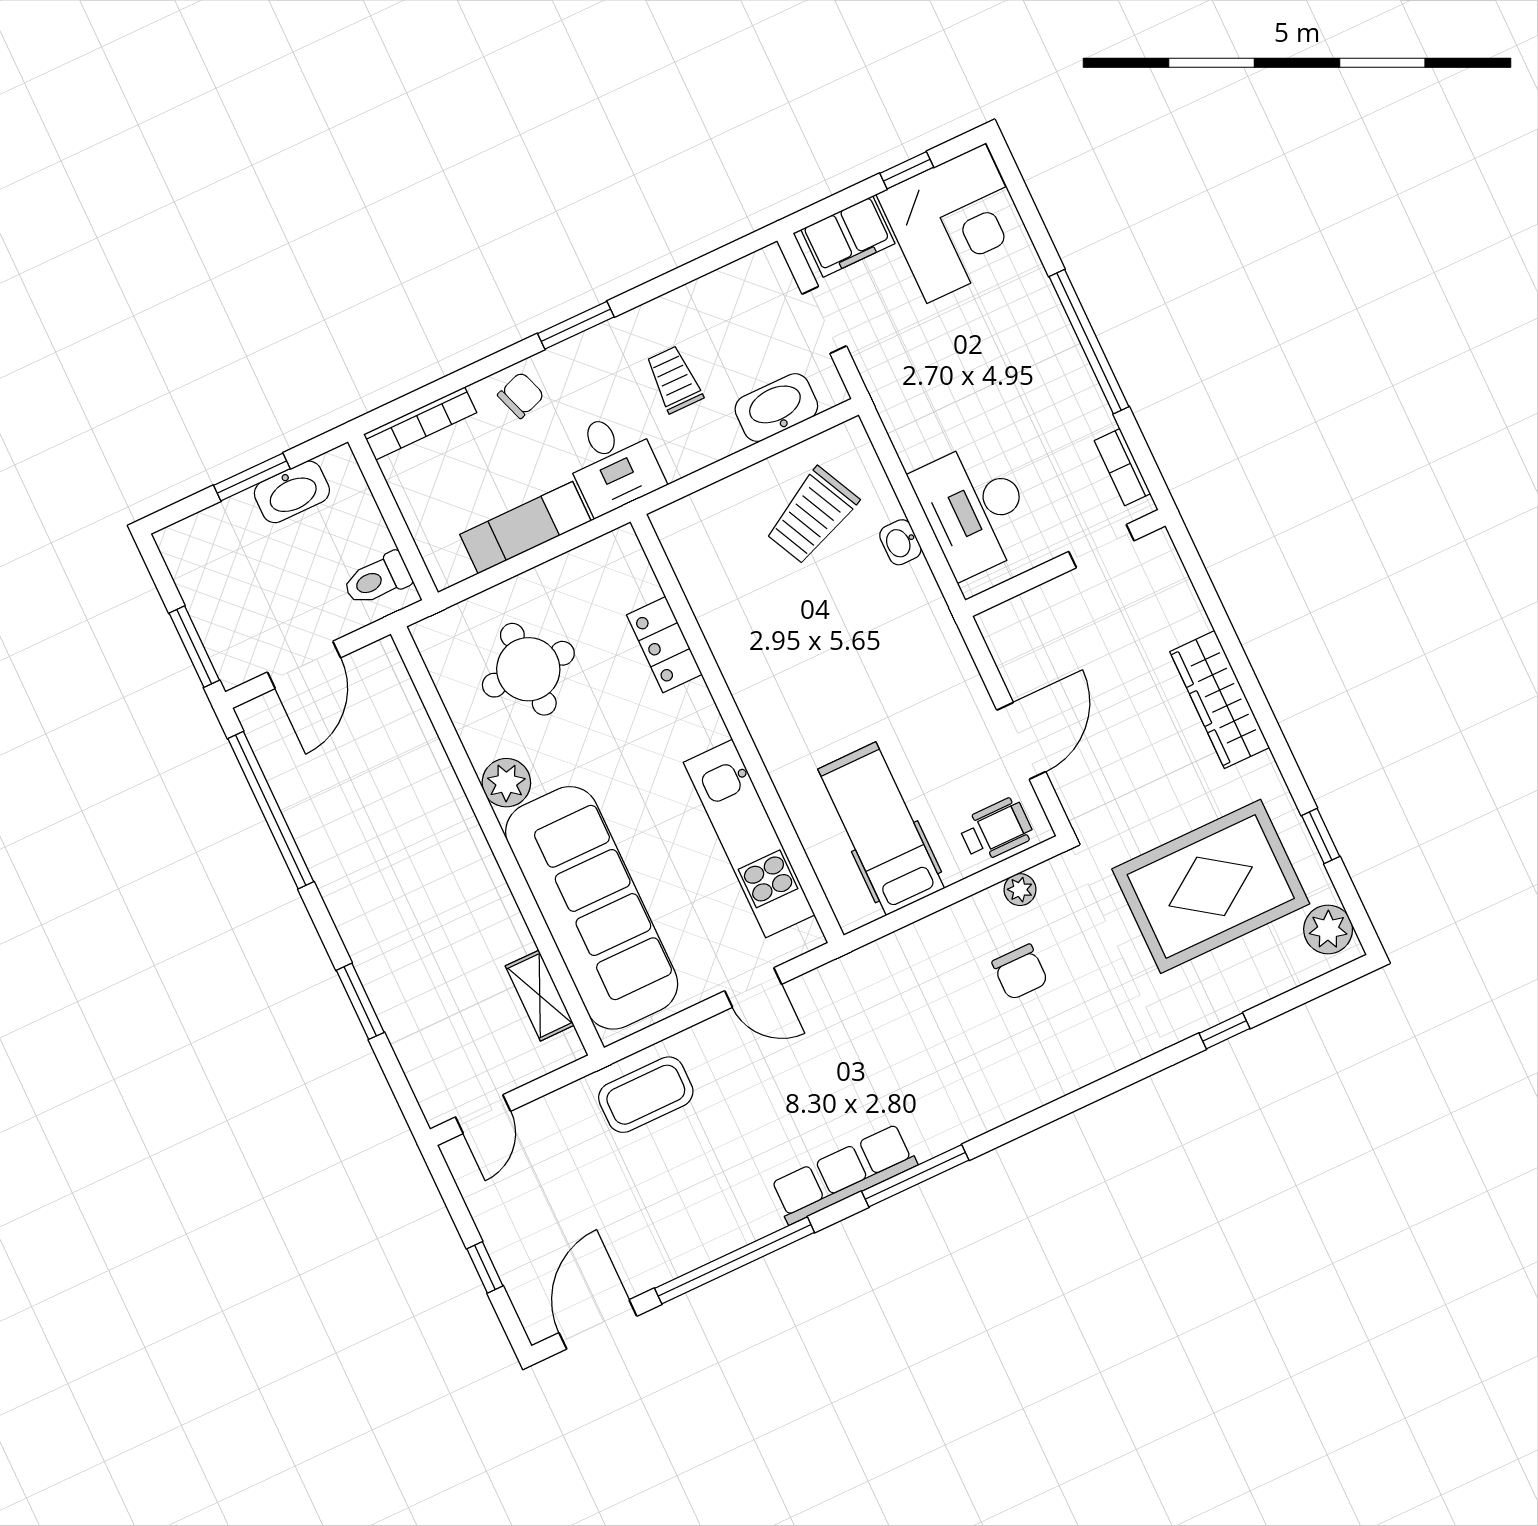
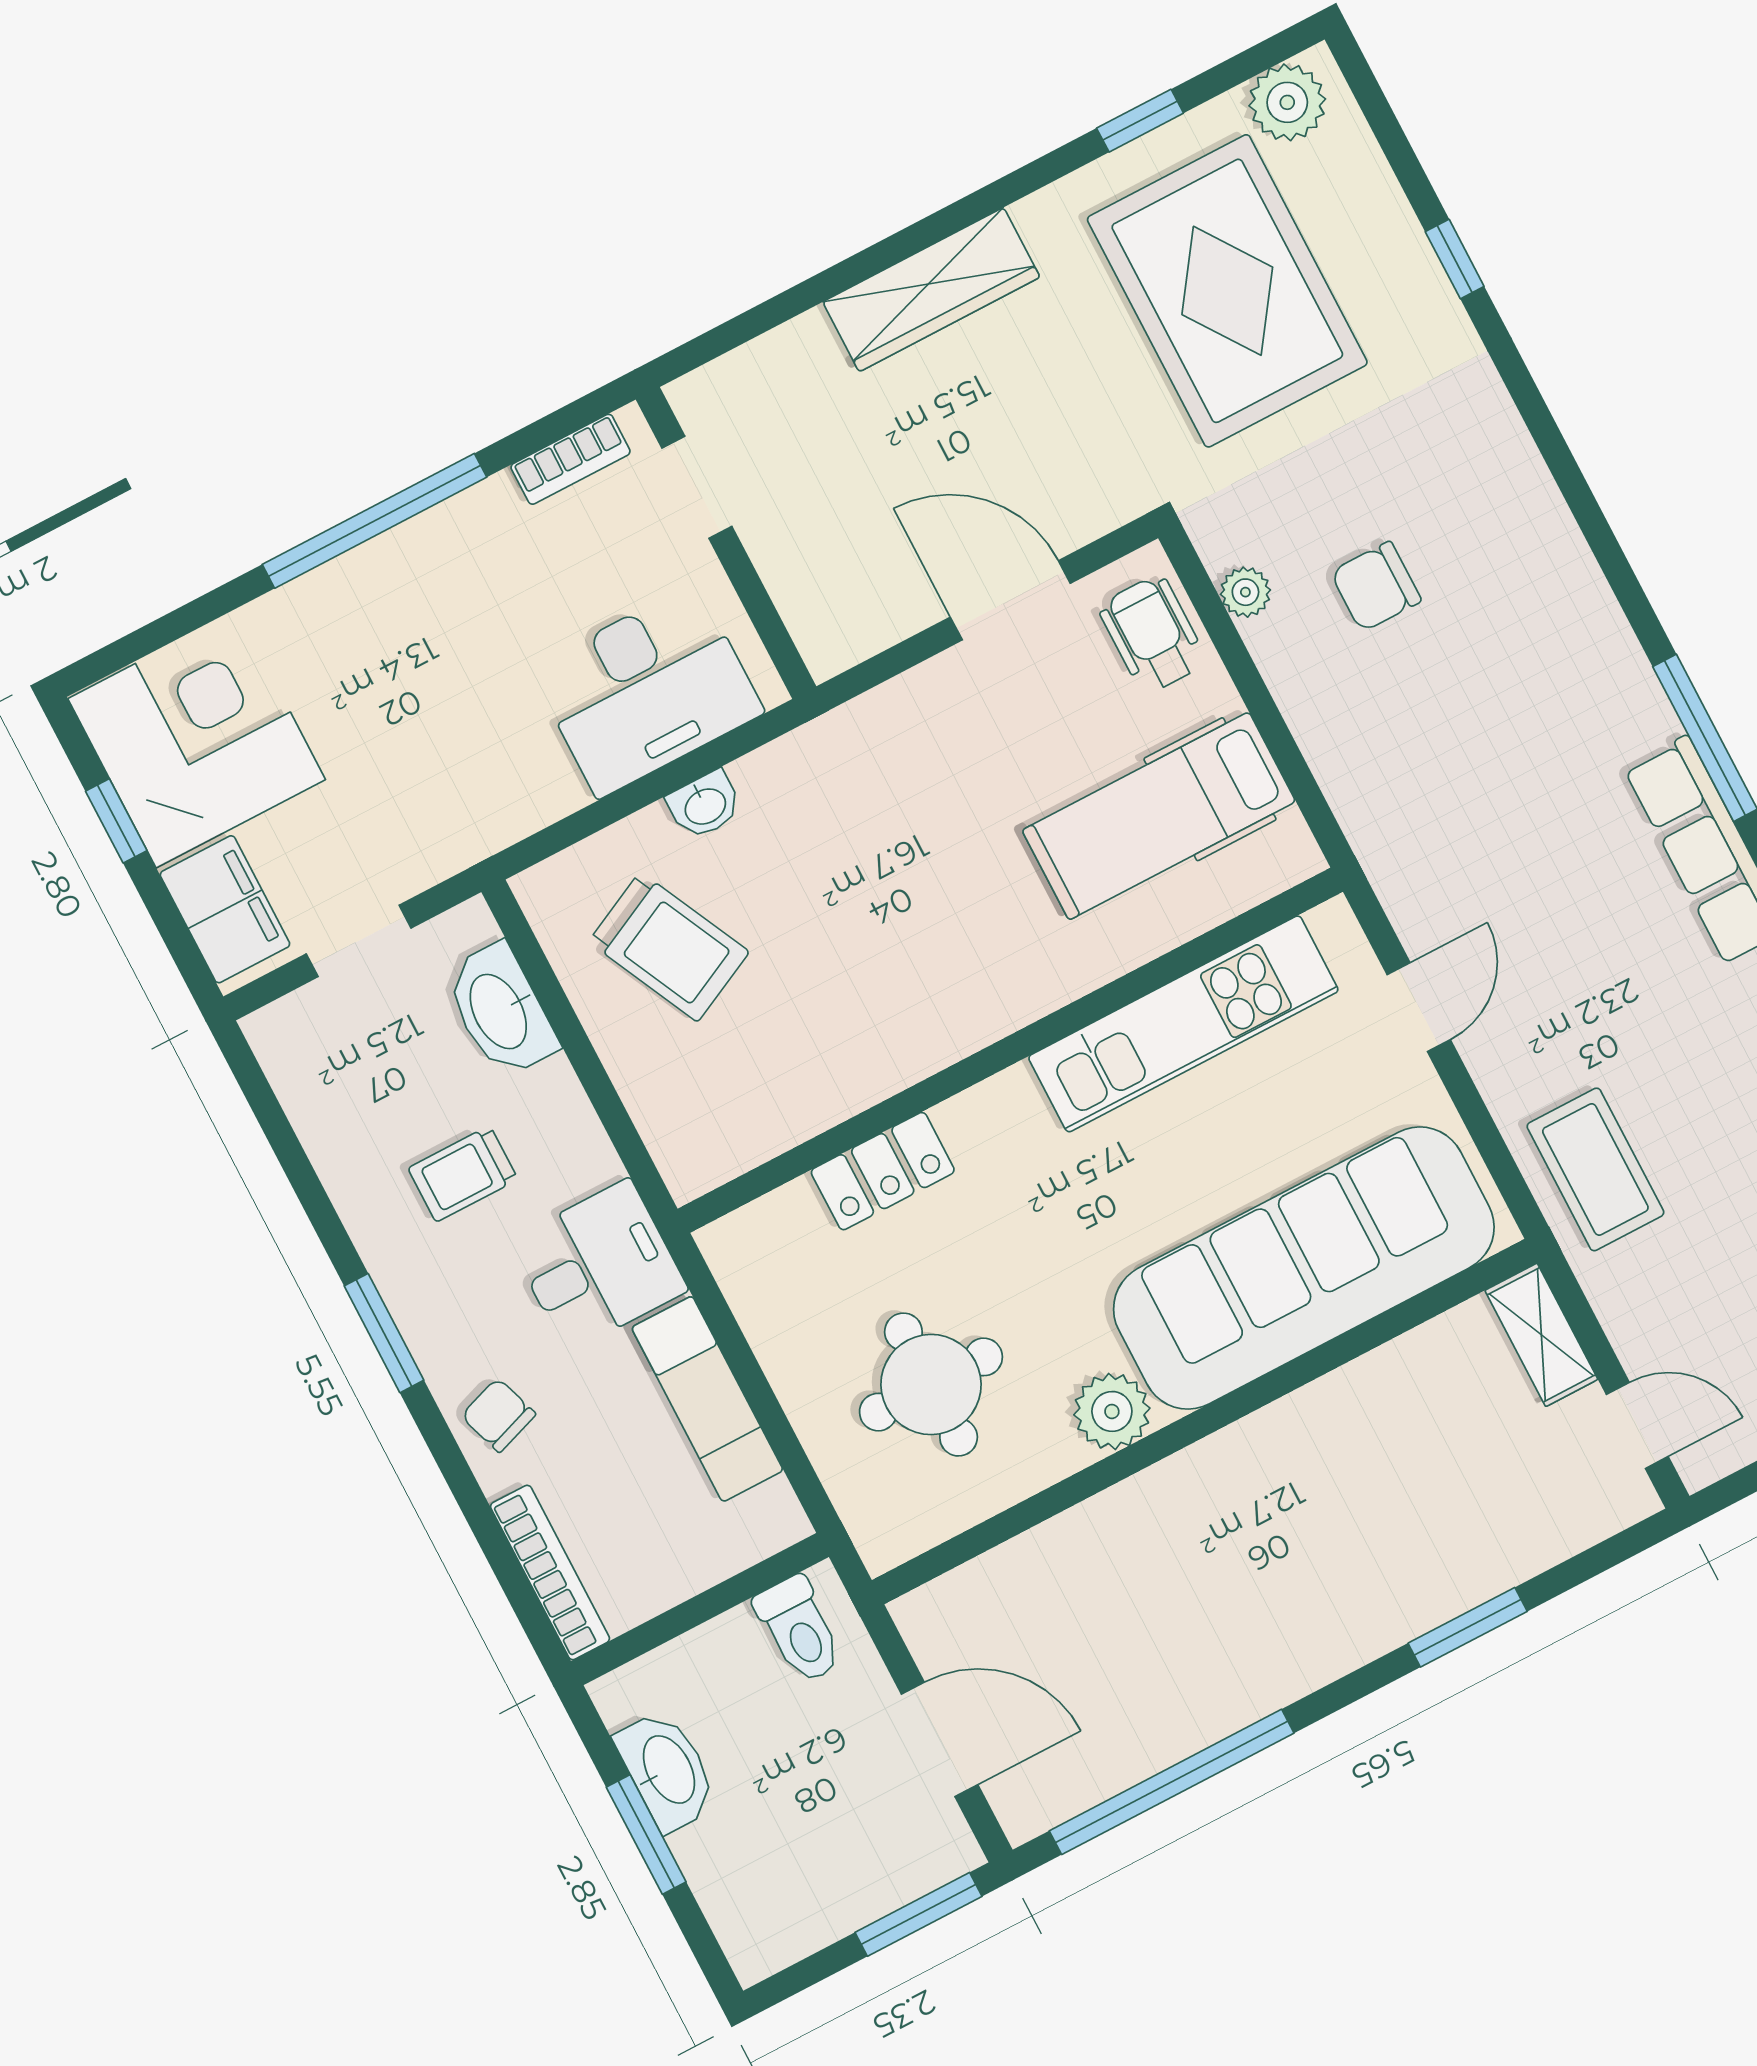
chair: (1020, 972) -> (1376, 586), turned 180
shelving: (540, 996) -> (1541, 1335), moved, turned 90

